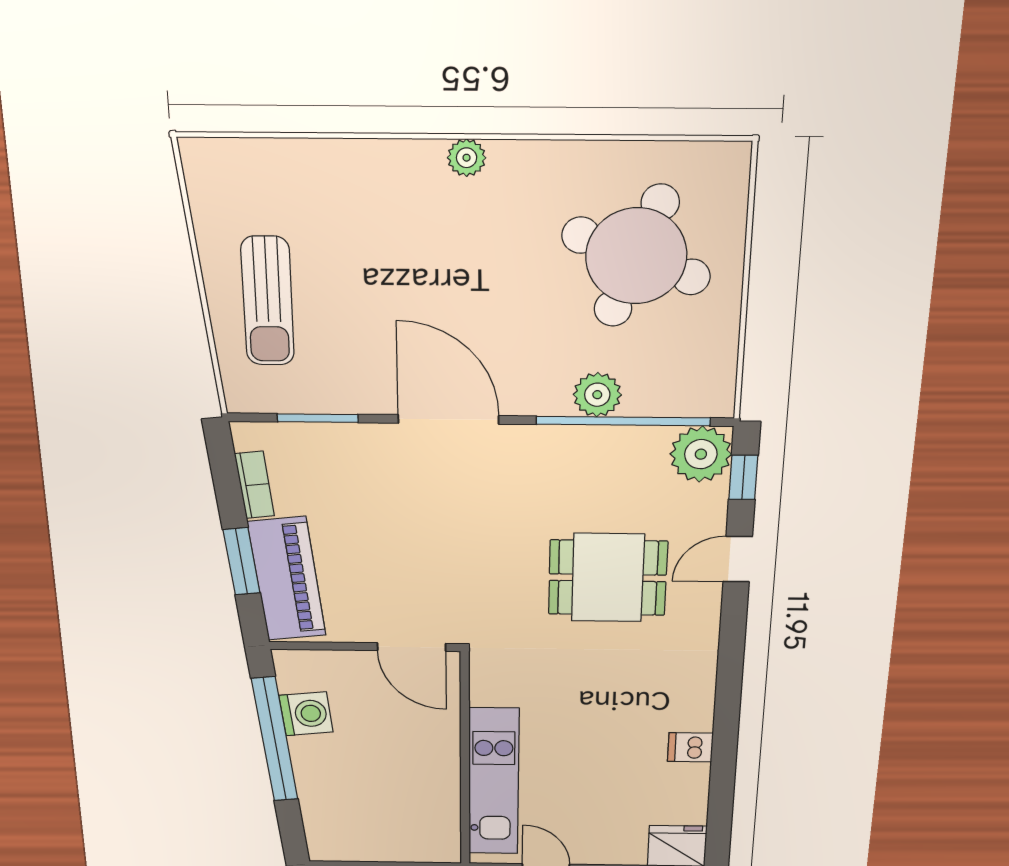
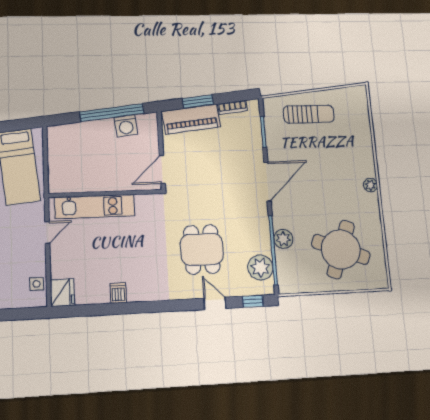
sun lounger: (268, 301) -> (309, 114), turned 180
plant: (701, 454) -> (260, 267), moved

